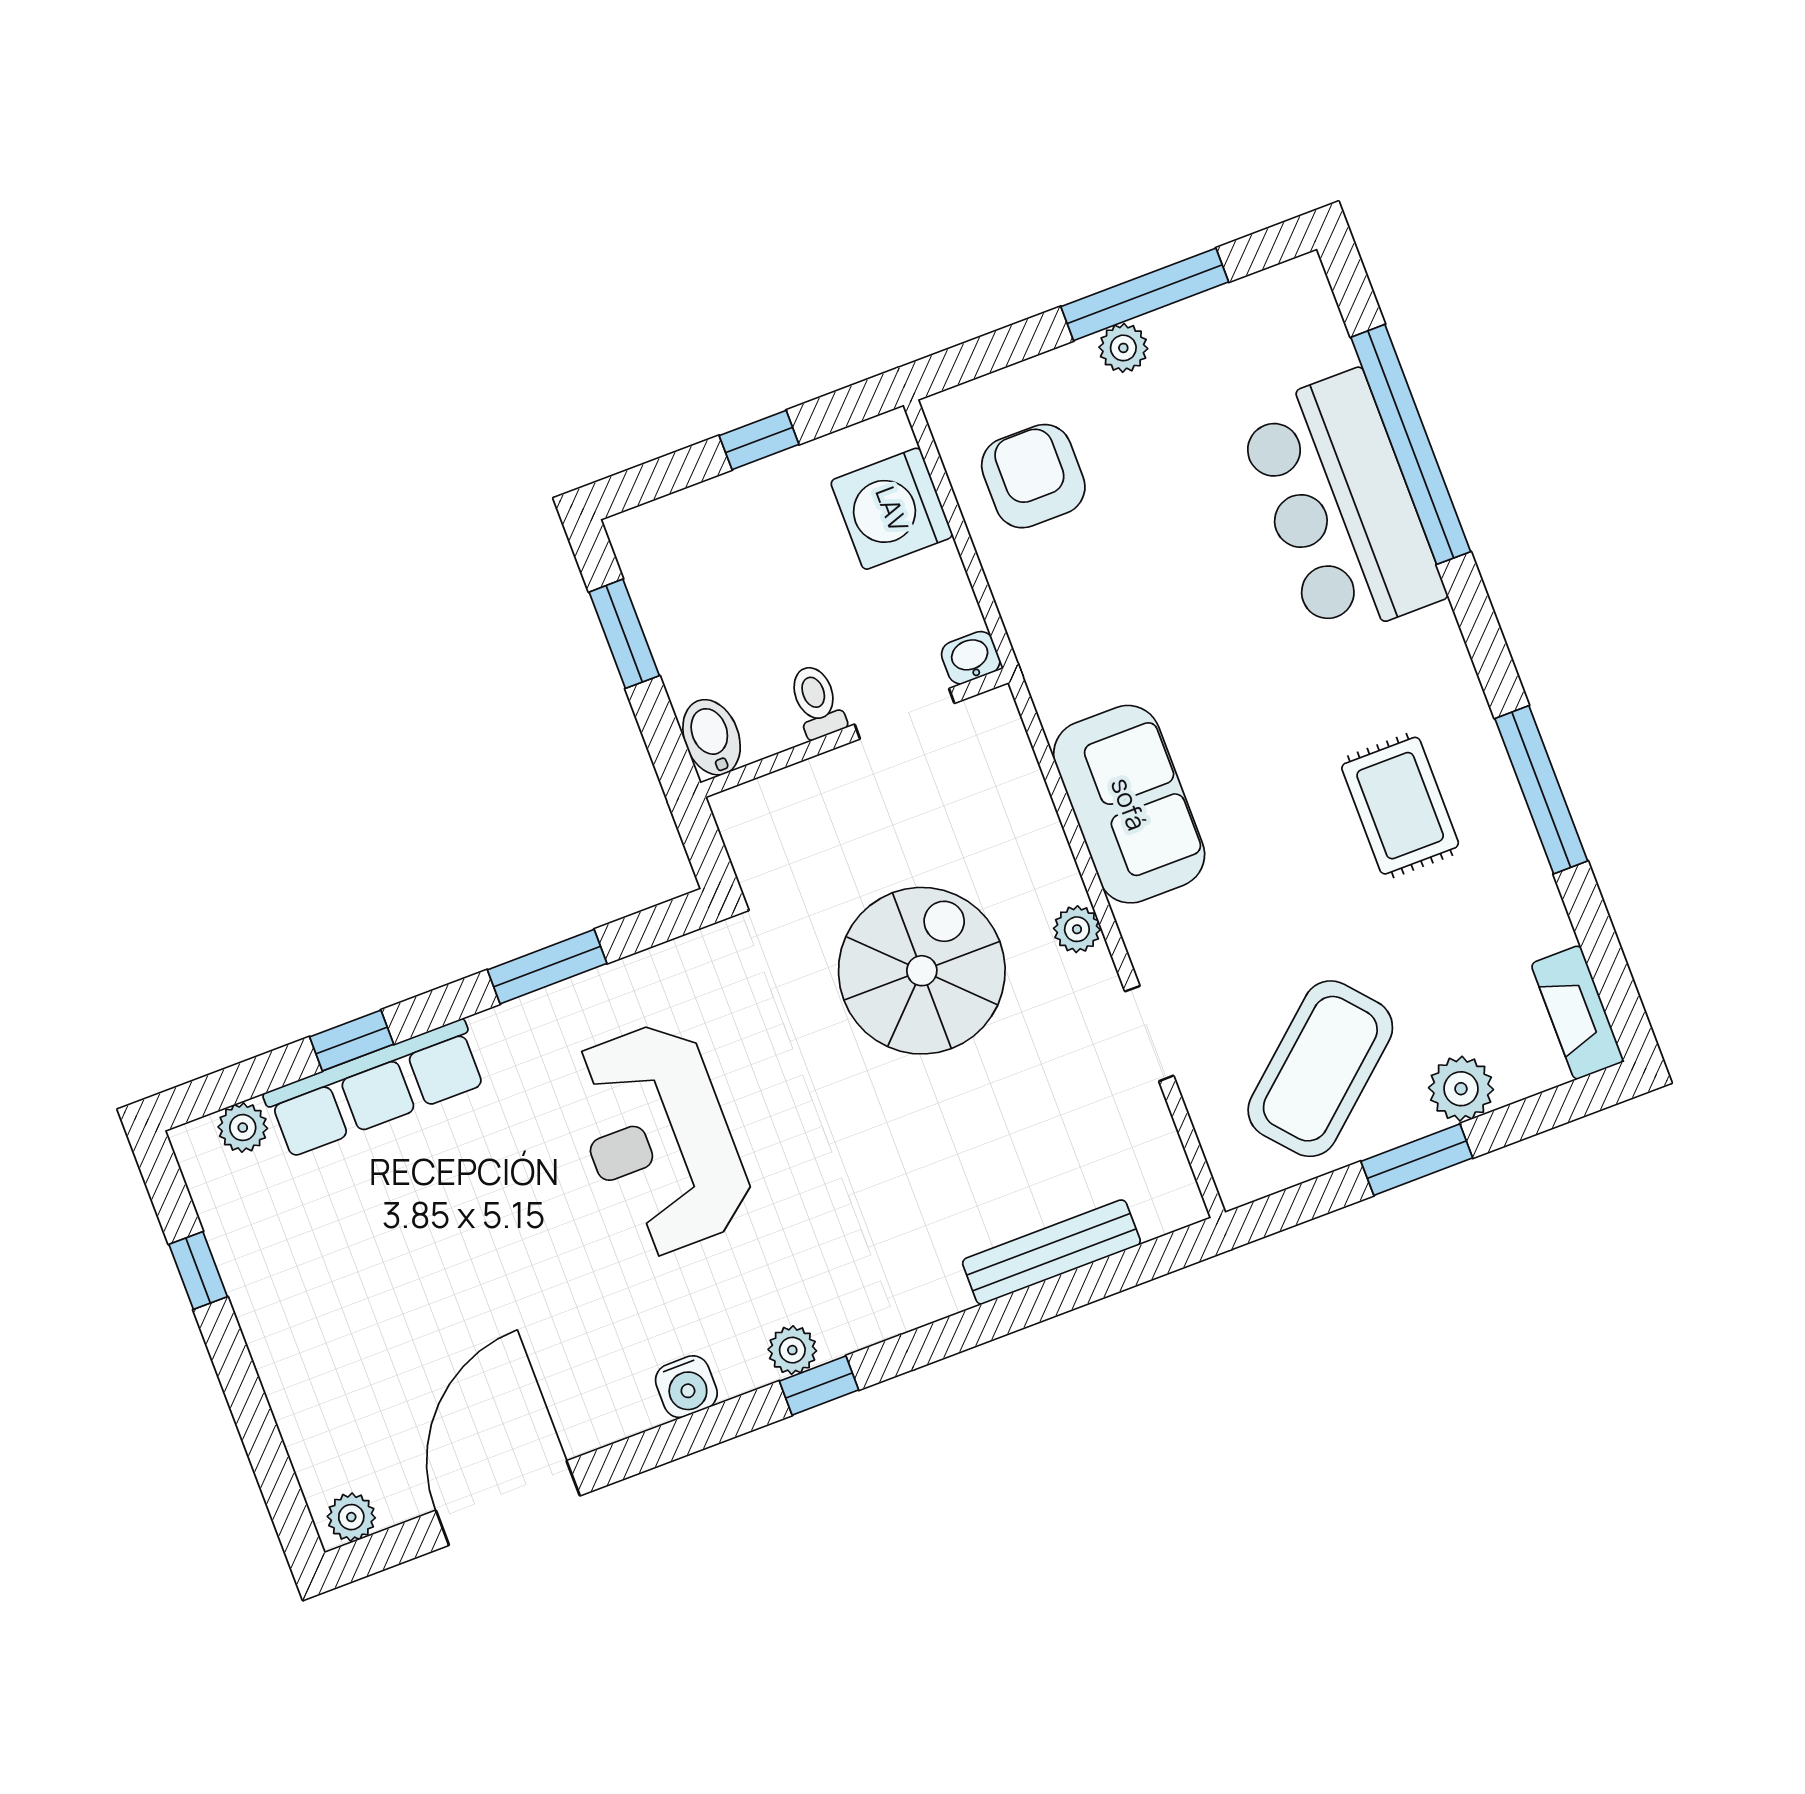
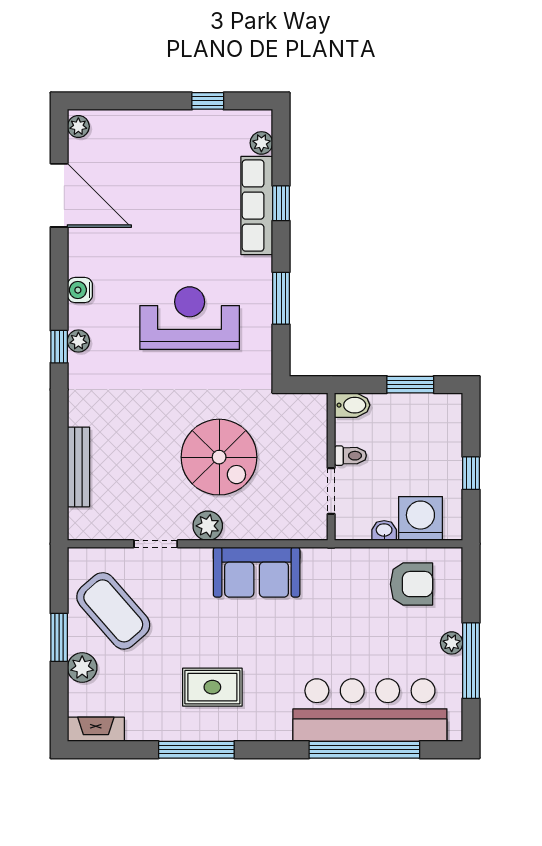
bar counter: (1341, 506) -> (370, 710), width x1.36
washbasin: (971, 658) -> (384, 531), moved, turned -90
plant: (1077, 929) -> (208, 526), width x1.38, depth x1.38

